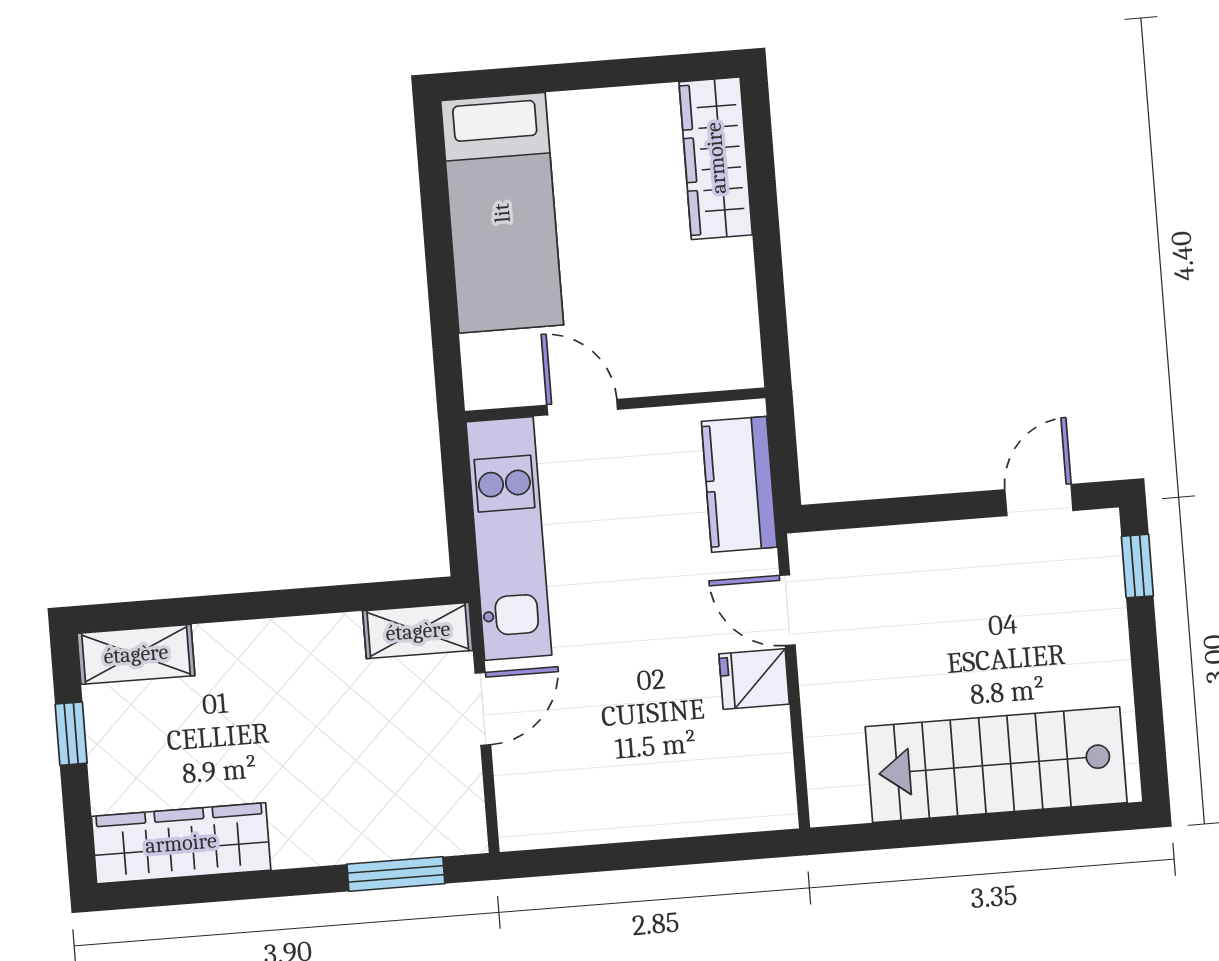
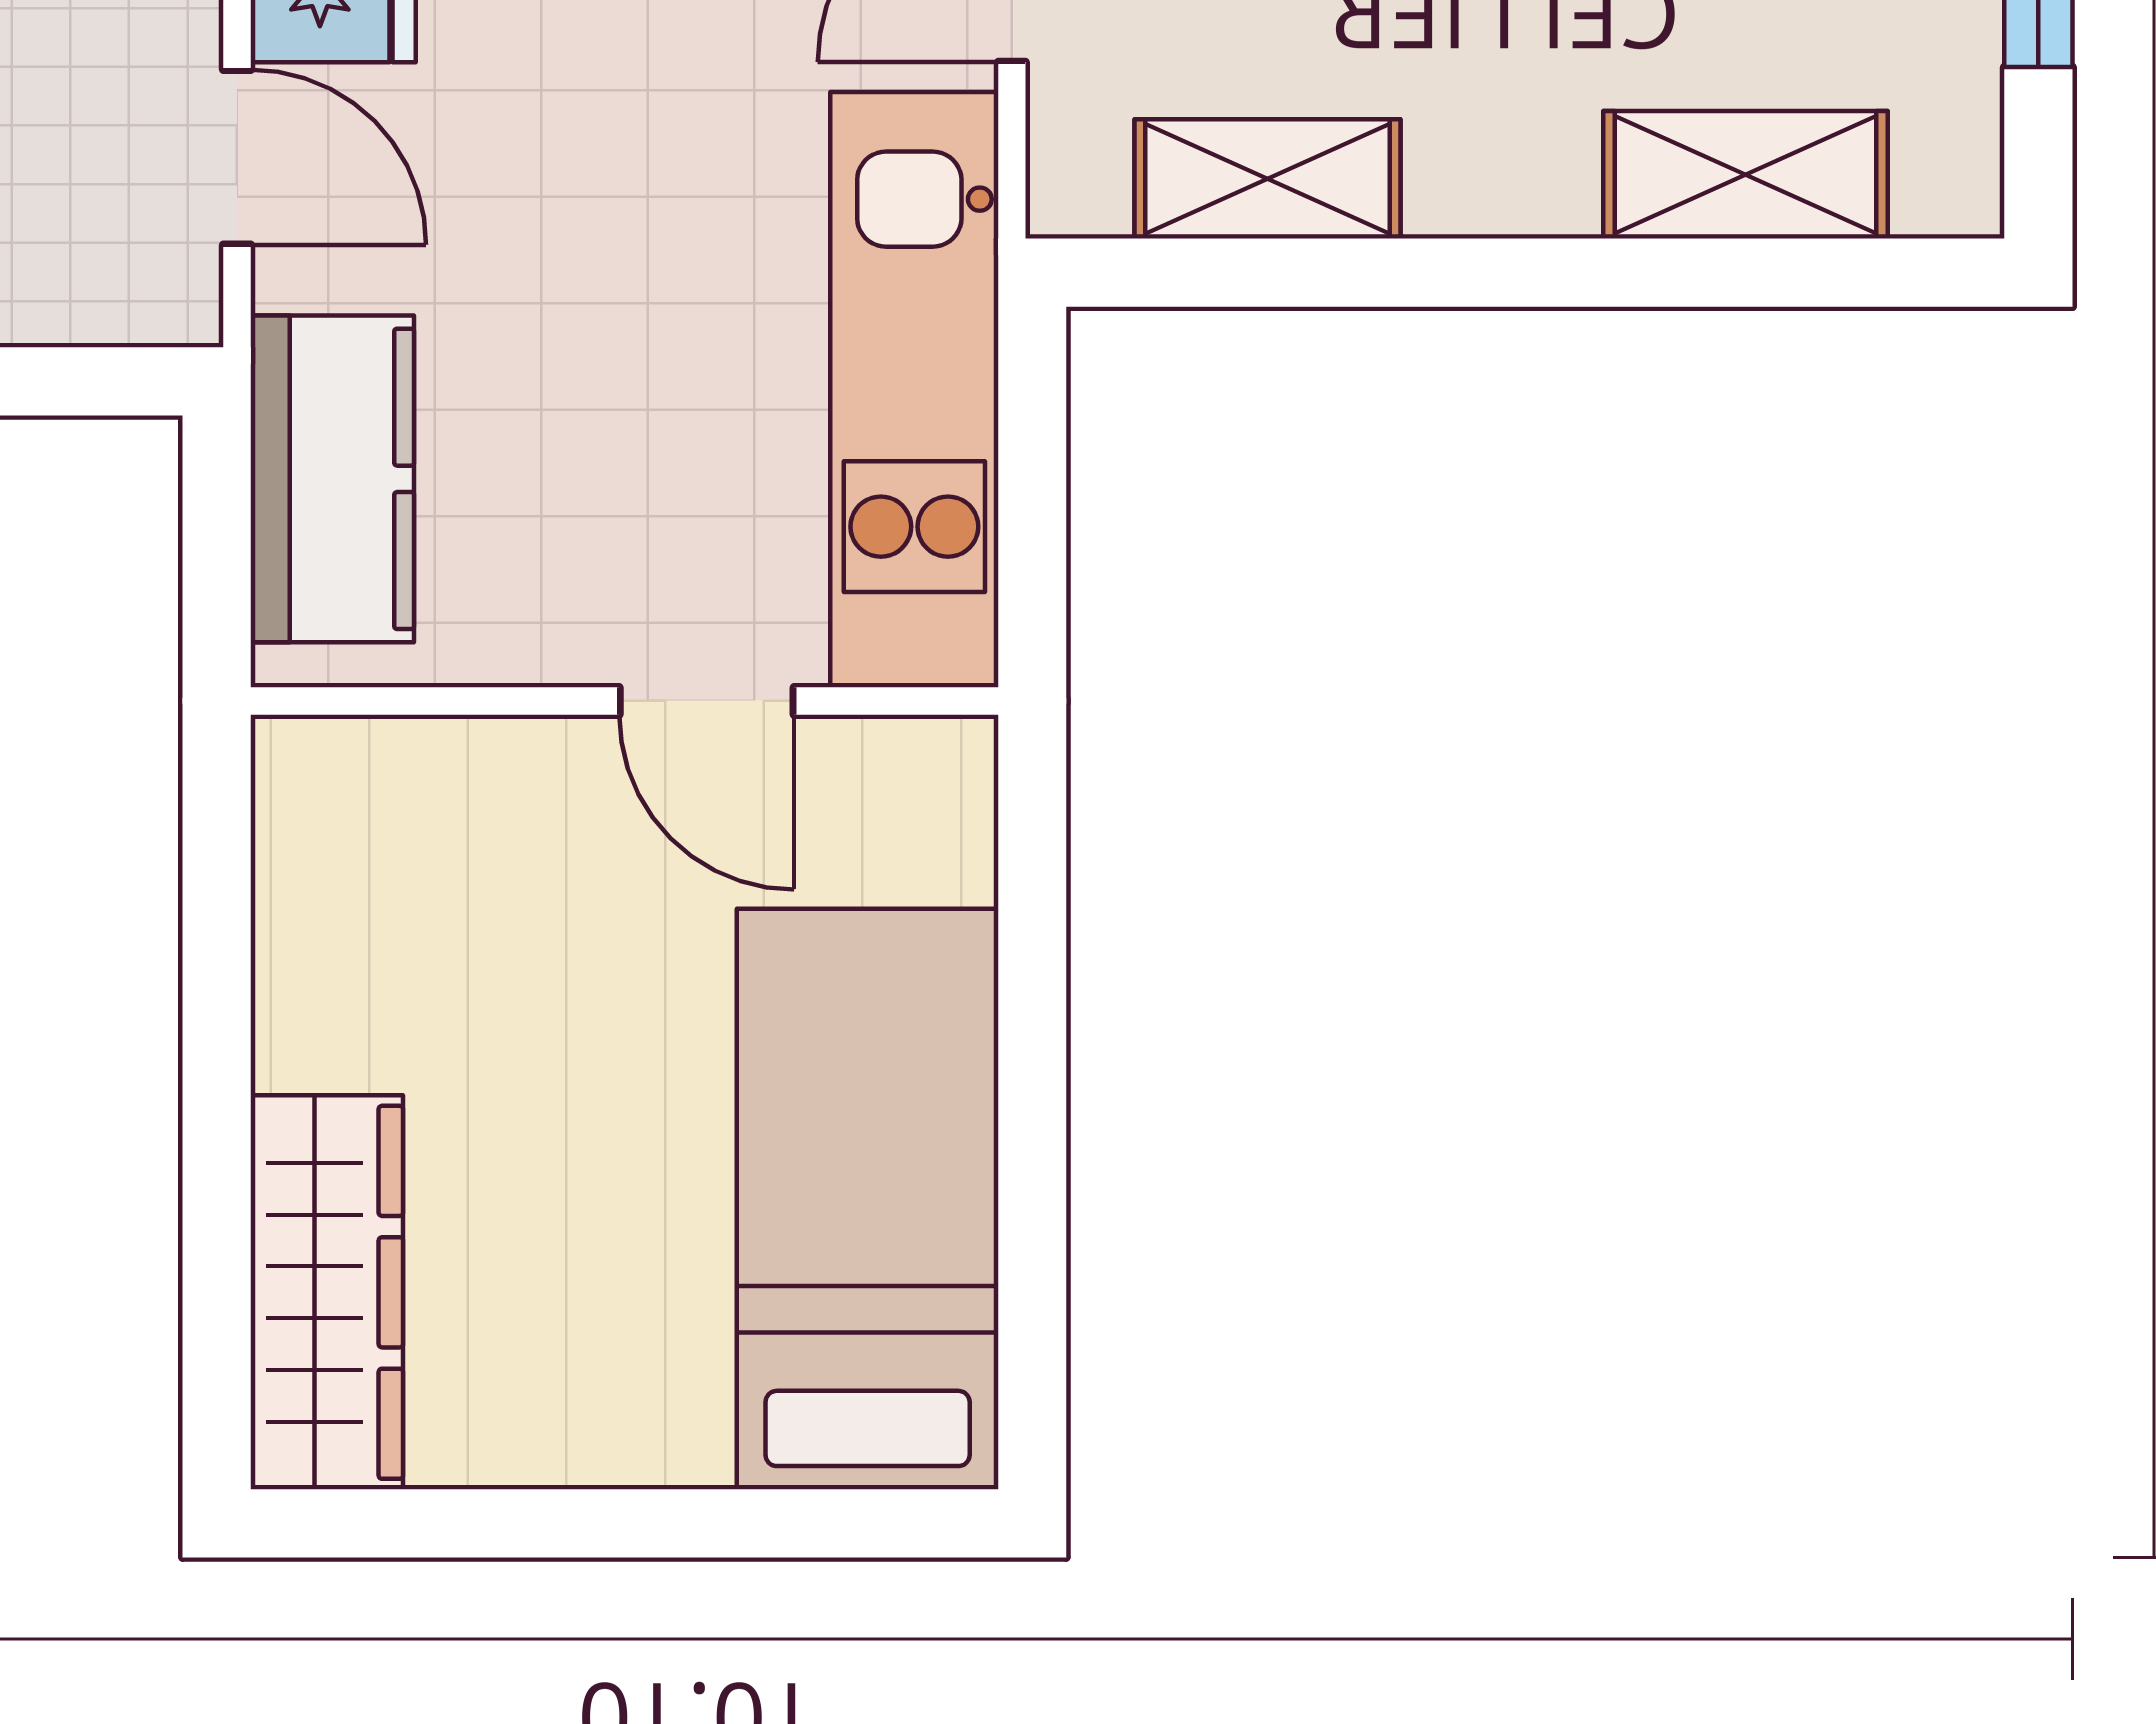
shelving: (418, 631) -> (1268, 179), moved
shelving: (136, 654) -> (1745, 175), moved

